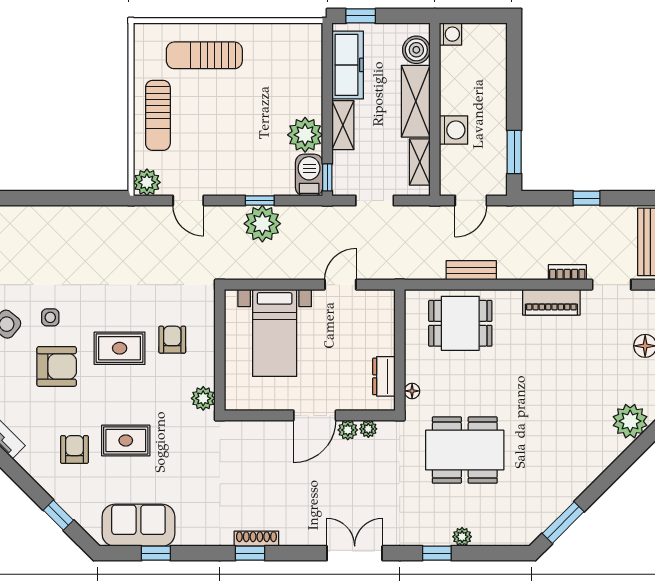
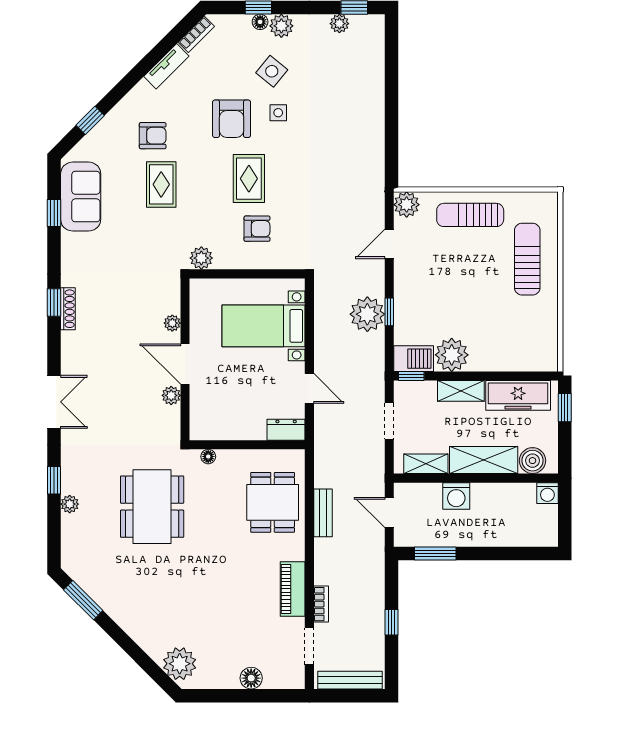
dresser: (384, 376) -> (286, 430), moved
plant: (368, 429) -> (172, 323), moved

